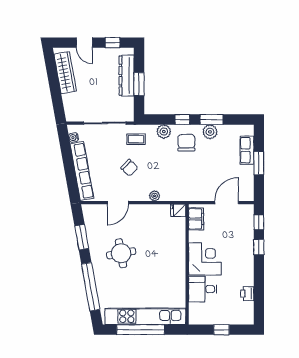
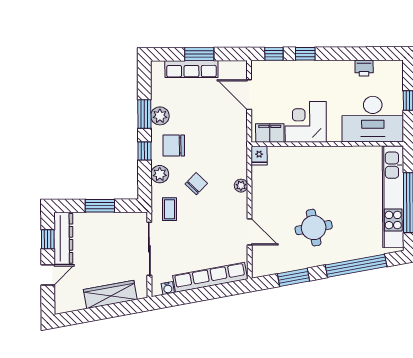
wardrobe: (65, 73) -> (110, 294), moved
dresser: (127, 76) -> (63, 238), moved, turned -90
row of seats: (247, 150) -> (191, 69), width x1.48
chair: (129, 168) -> (196, 184), moved
corner desk: (205, 259) -> (306, 122), moved
desk: (203, 289) -> (373, 119), width x1.87, depth x1.30

